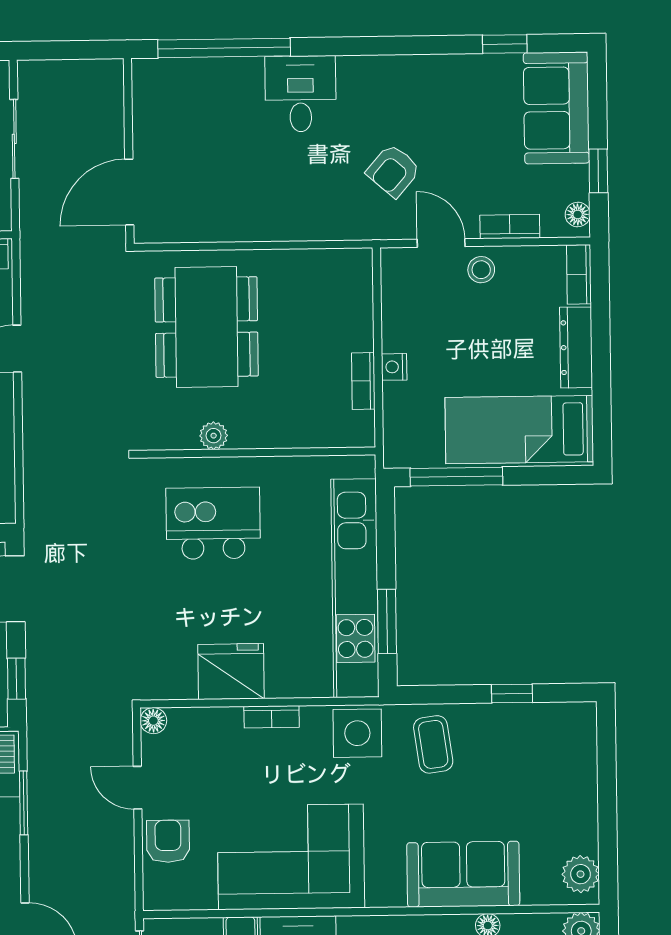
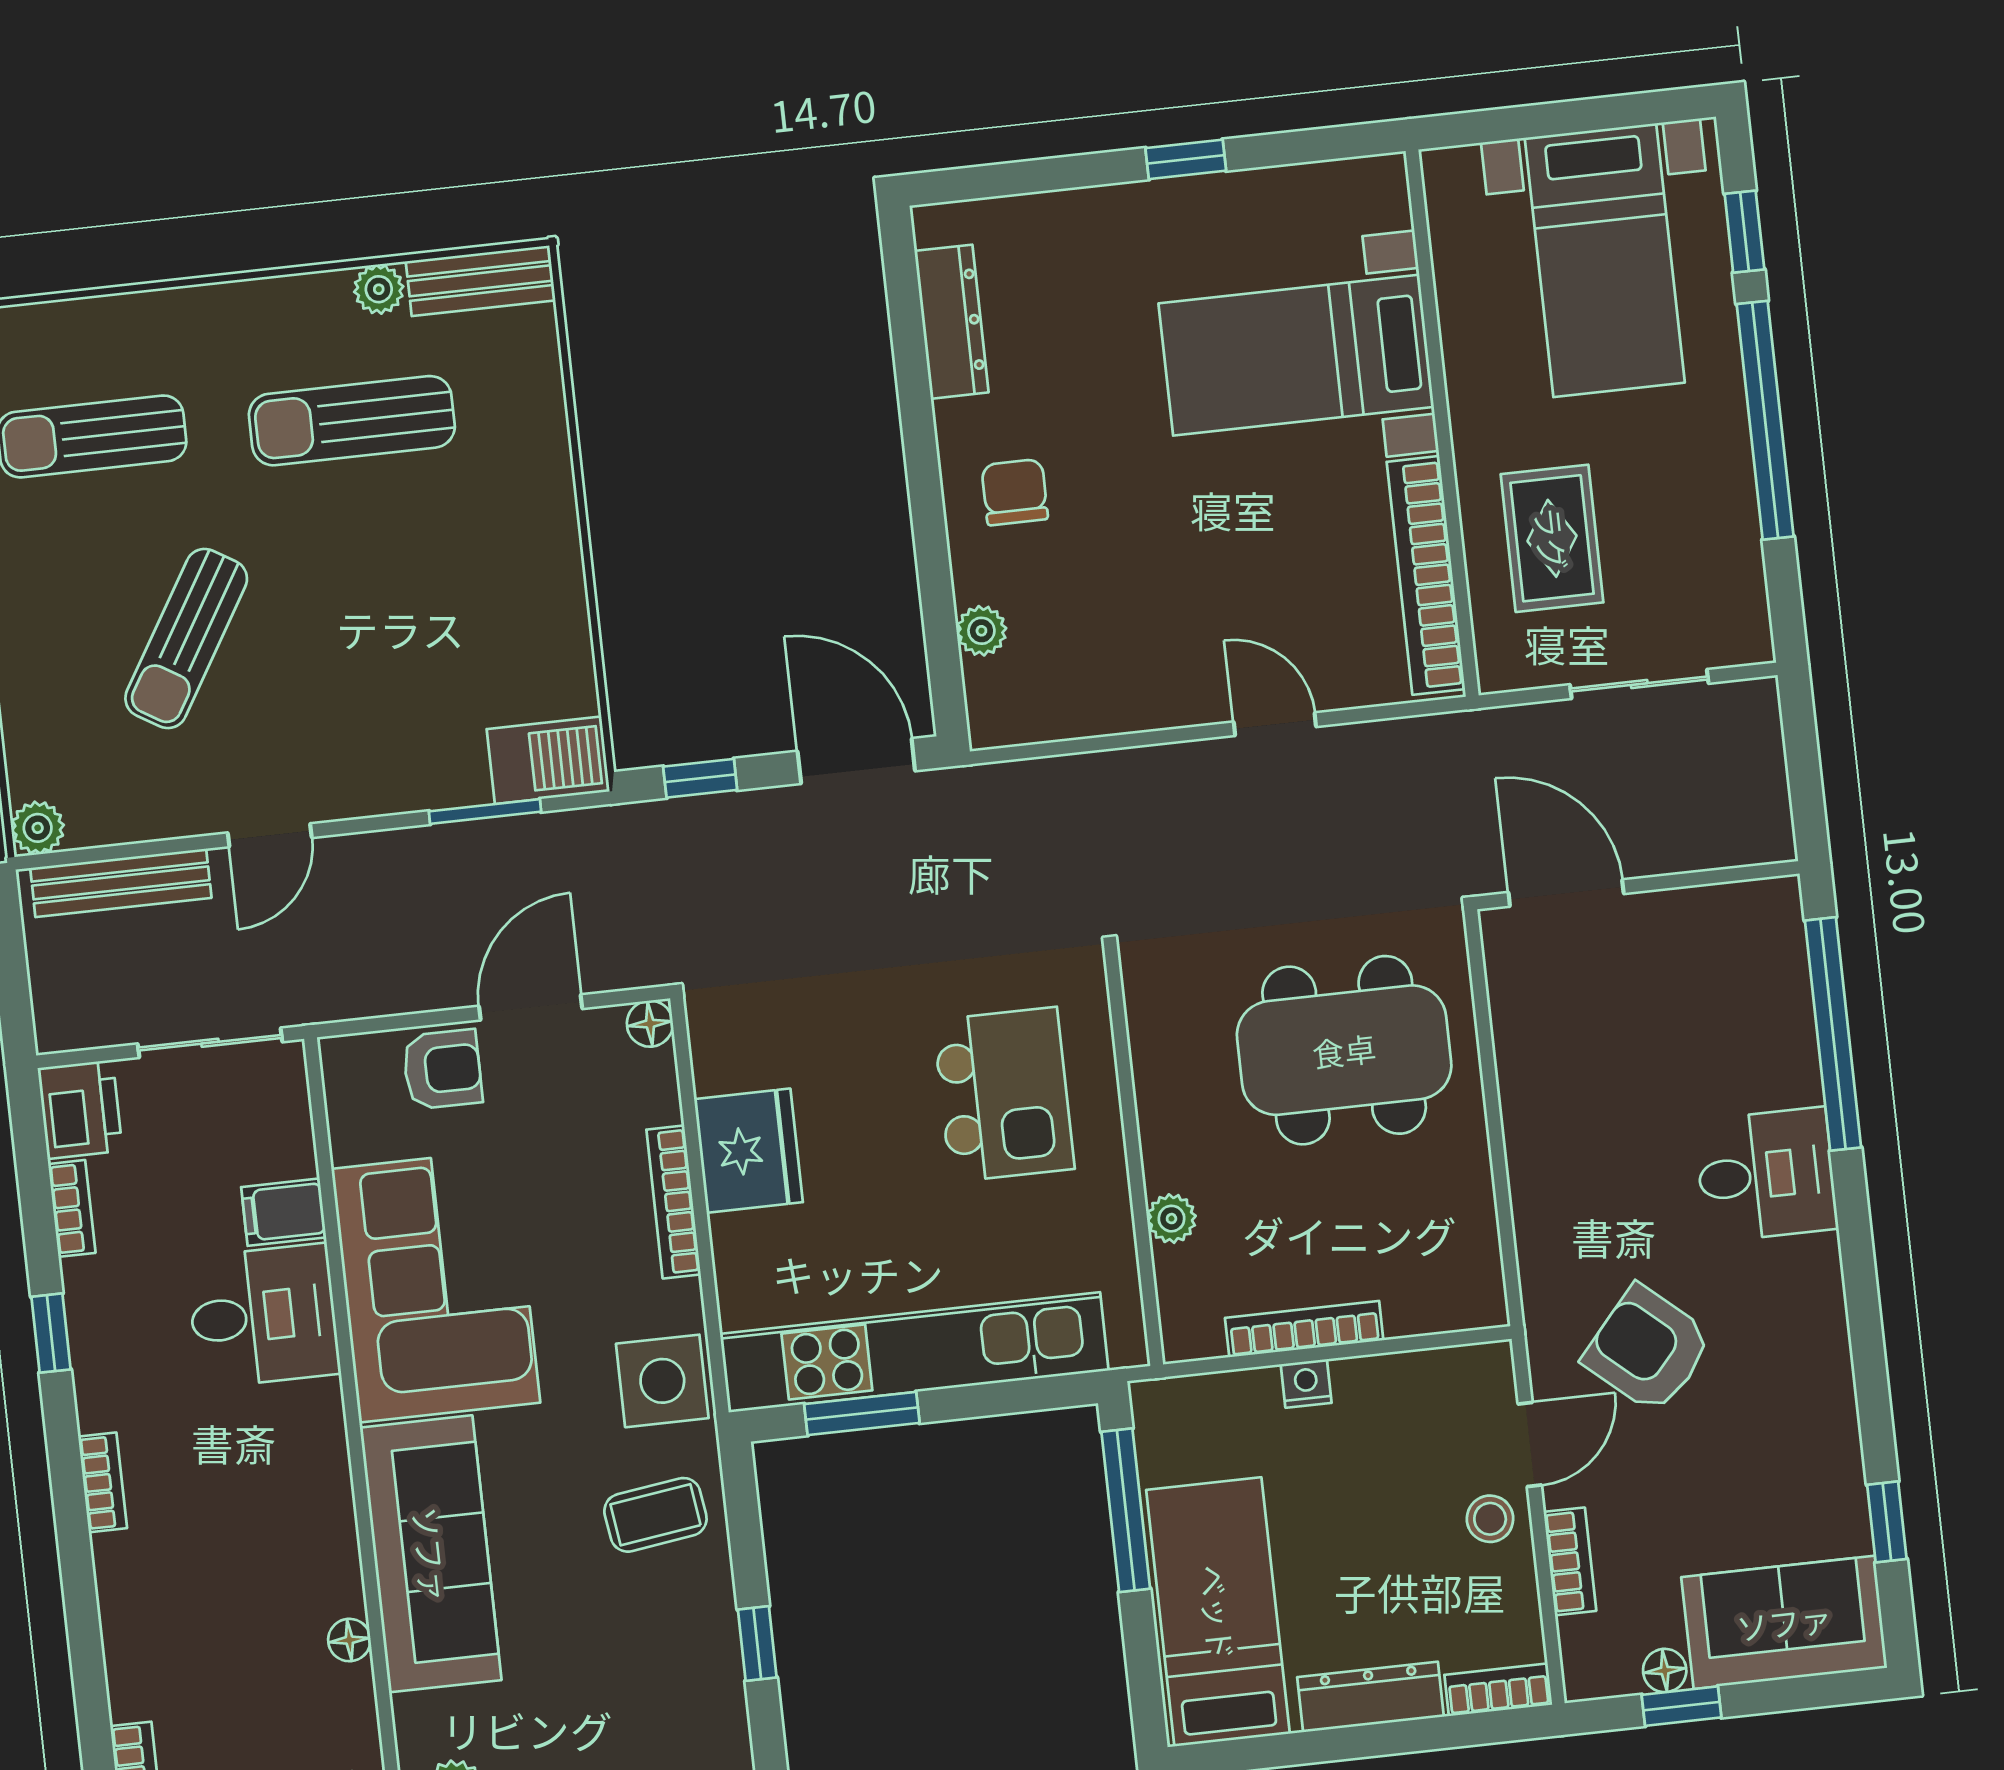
armchair: (393, 171) -> (1648, 1349), width x1.38, depth x1.38
floor lamp: (578, 214) -> (1665, 1671), moved
bookcase: (363, 381) -> (1304, 1329), width x1.56
plant: (214, 436) -> (1171, 1219), moved
bookcase: (272, 717) -> (674, 1202), width x1.56
door: (138, 788) -> (531, 1007), width x1.38
sofa: (463, 874) -> (431, 1554), width x1.36

